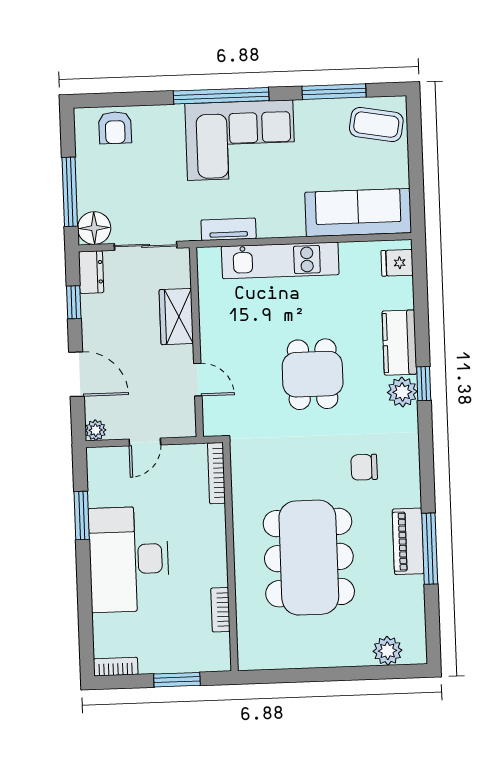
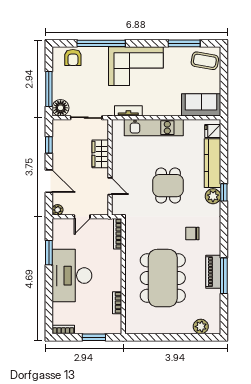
window: (221, 96) -> (101, 43), moved
sofa: (358, 212) -> (201, 105), width x0.73
dresser: (91, 272) -> (58, 130), removed
kitchen counter: (399, 343) -> (212, 163), width x1.50

